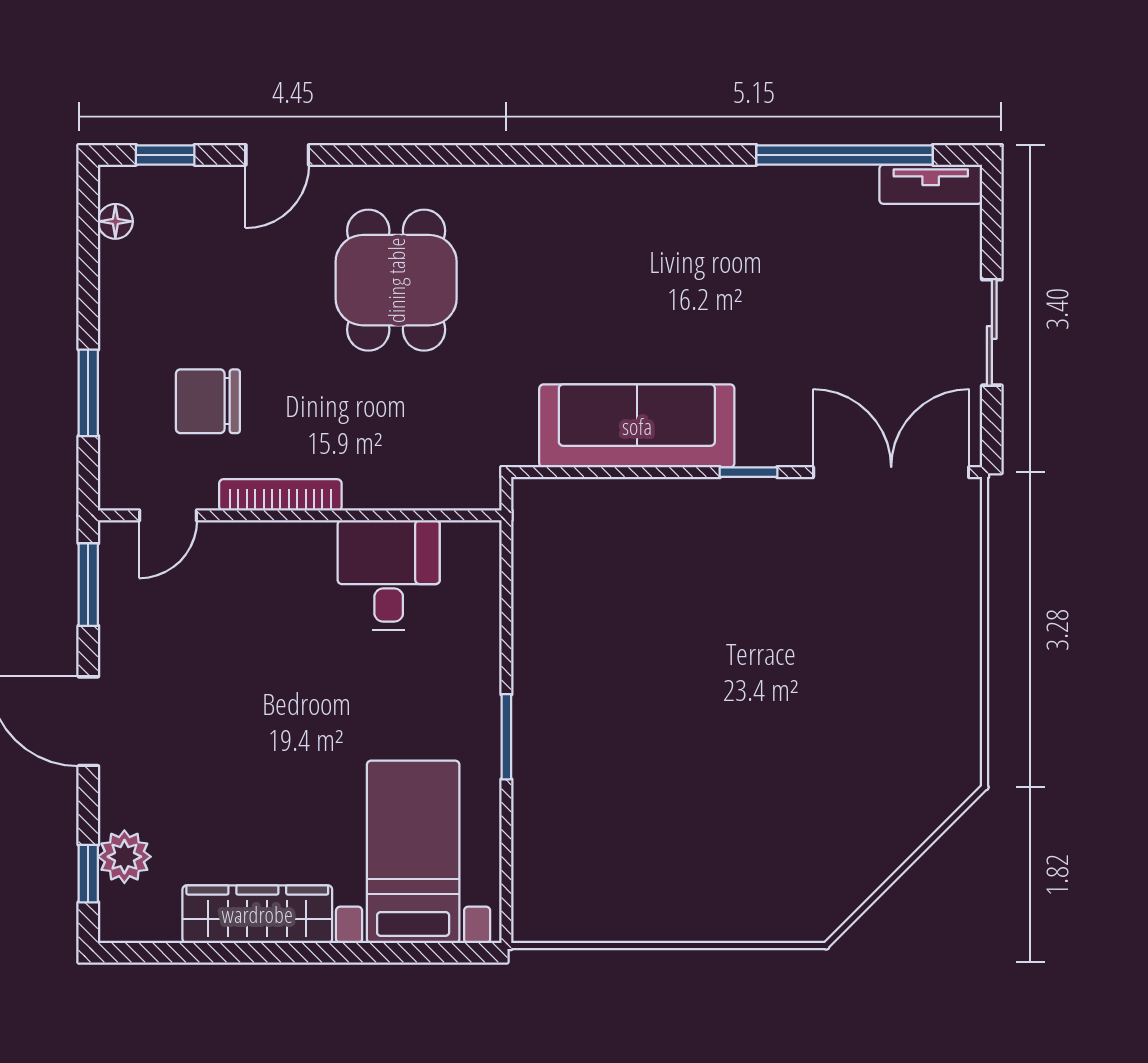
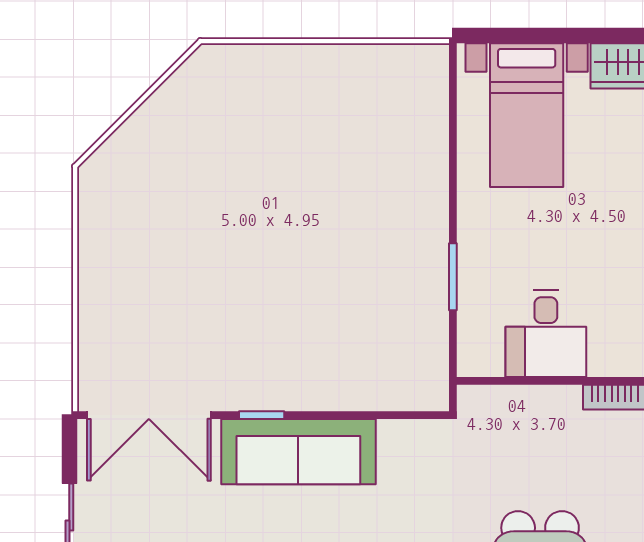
sofa: (637, 426) -> (298, 452), moved
window: (506, 737) -> (453, 277), moved

